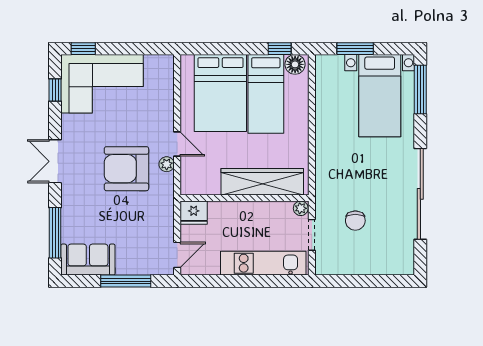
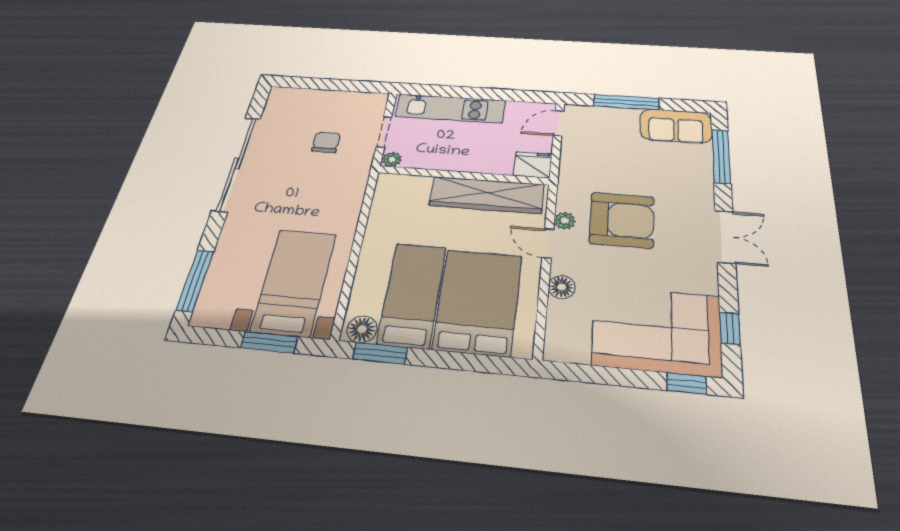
window: (280, 49) -> (380, 353), width x1.50
bed with nightstands: (380, 96) -> (294, 282), moved
floor lamp: (165, 110) -> (562, 287), added
wardrobe: (262, 182) -> (487, 195), moved

